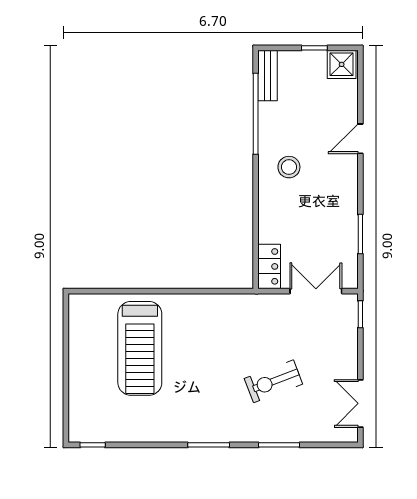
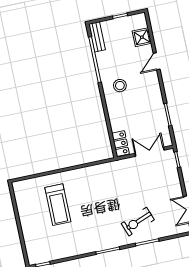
shower: (342, 64) -> (142, 37), moved
treadmill: (140, 348) -> (58, 205), width x0.73, depth x0.73
exercise bike: (273, 381) -> (138, 222), moved

